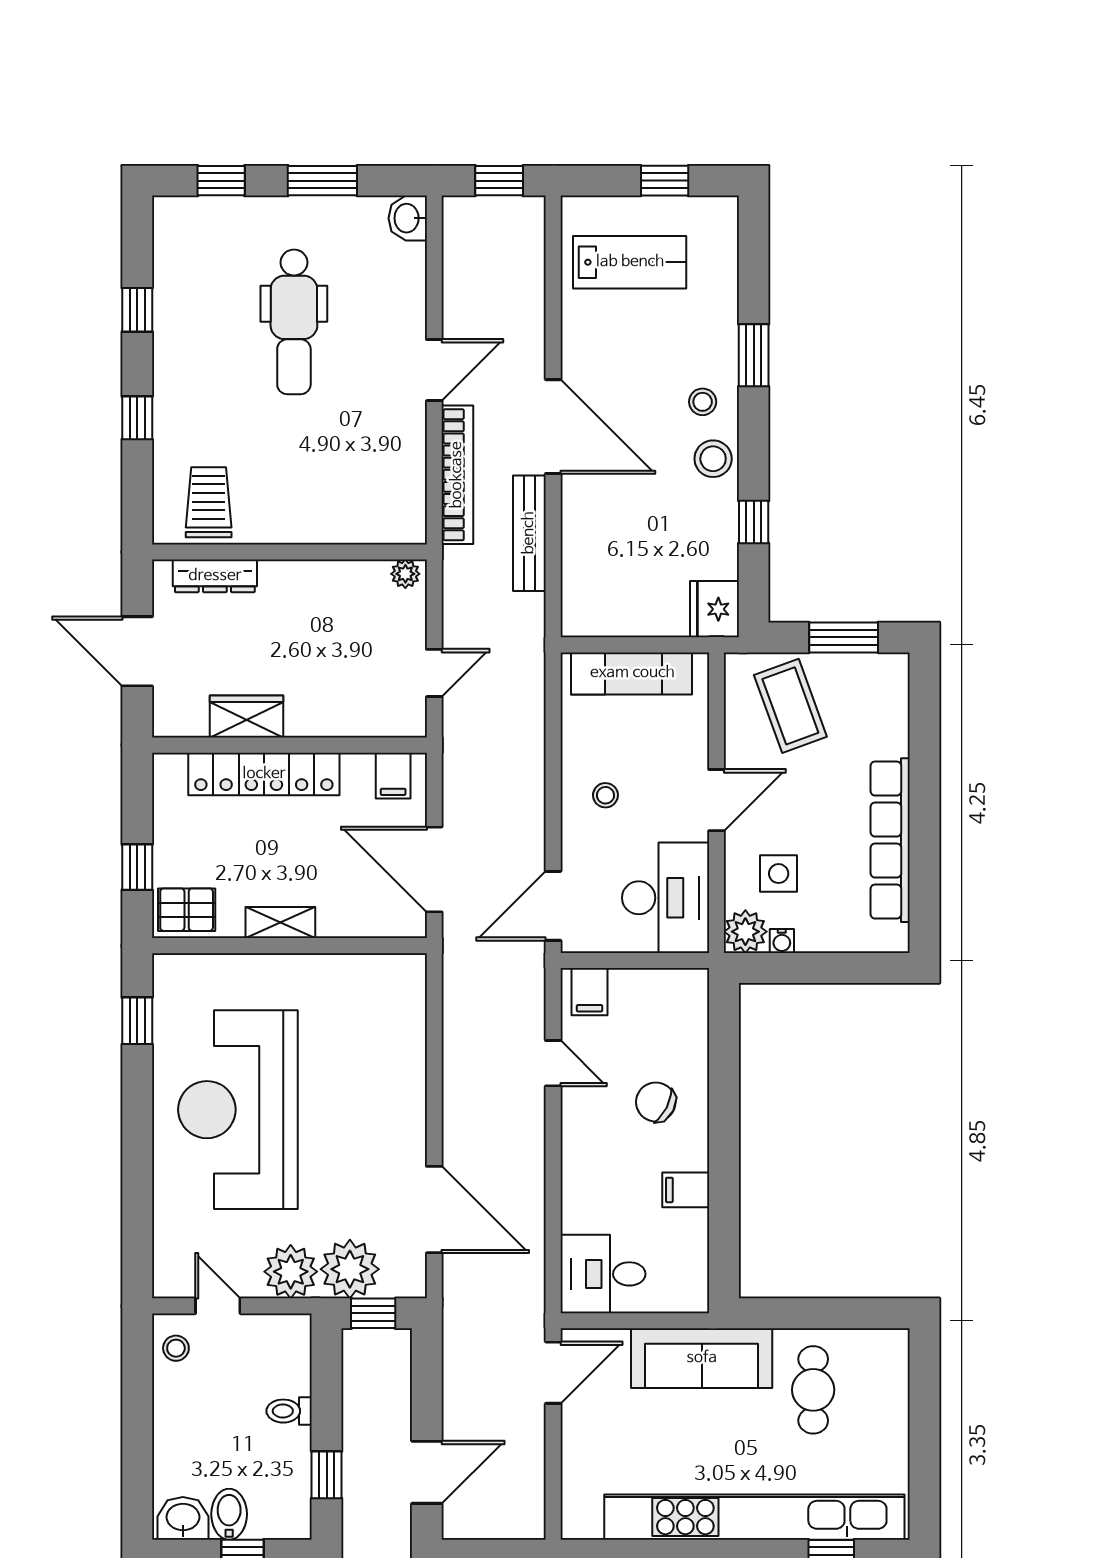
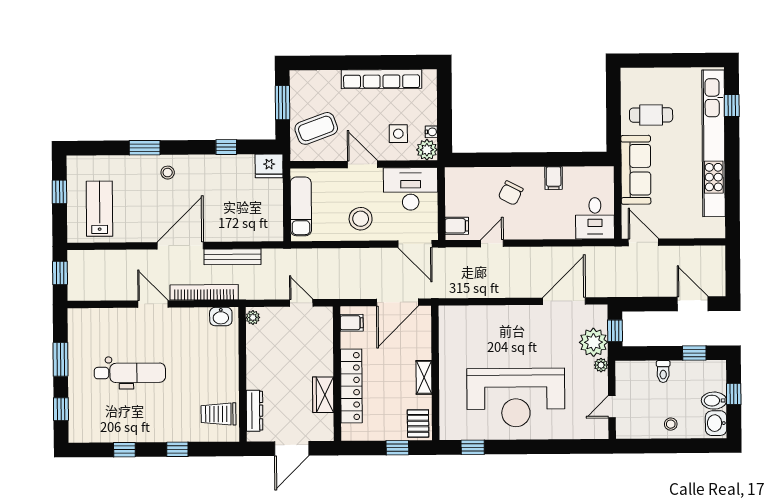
washbasin: (408, 218) -> (221, 317), moved
stool: (713, 459) -> (195, 167), removed
stool: (605, 795) -> (361, 219), width x1.89, depth x1.89
plant: (291, 1272) -> (601, 365), width x0.53, depth x0.53
stool: (176, 1348) -> (671, 424), moved

